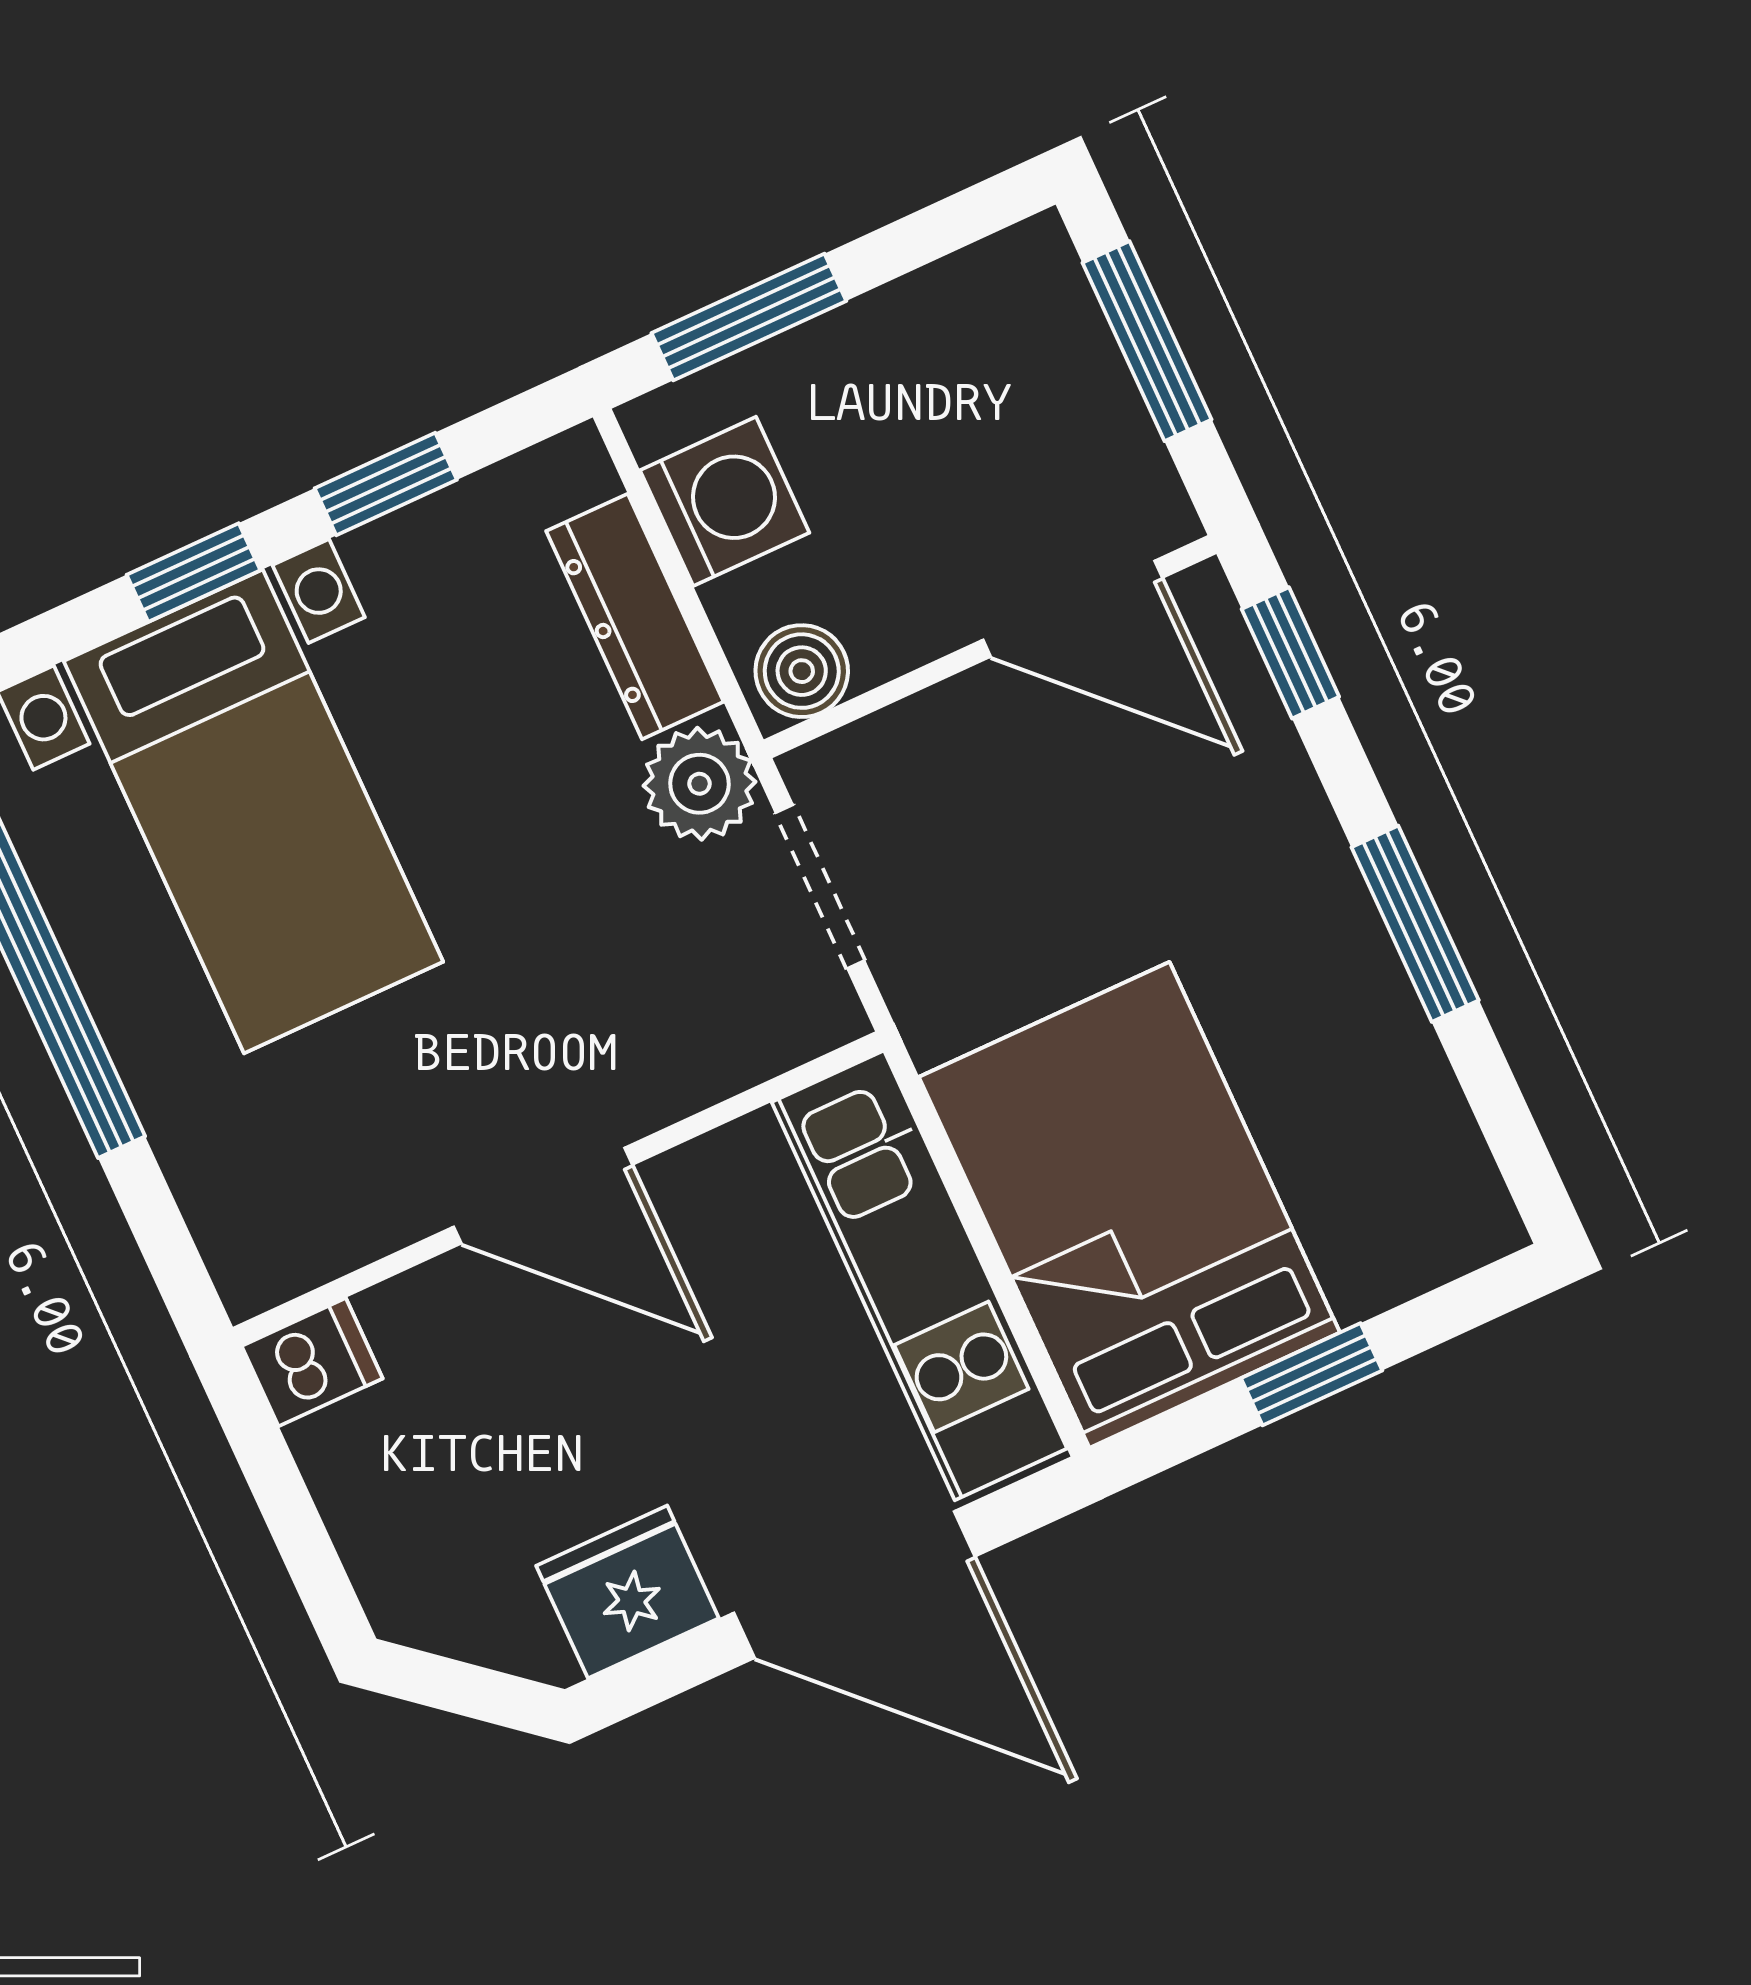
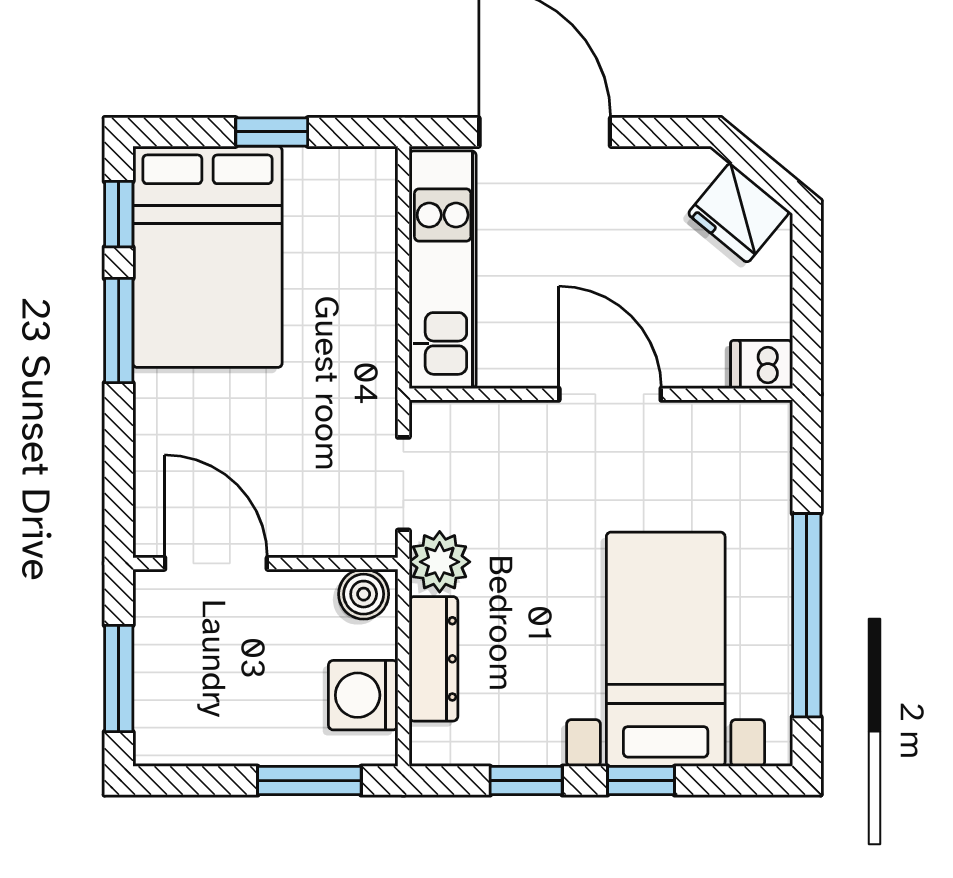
window: (1290, 653) -> (119, 214), moved
bed: (1129, 1205) -> (207, 257), moved
fridge: (628, 1592) -> (739, 213), moved, turned 40

